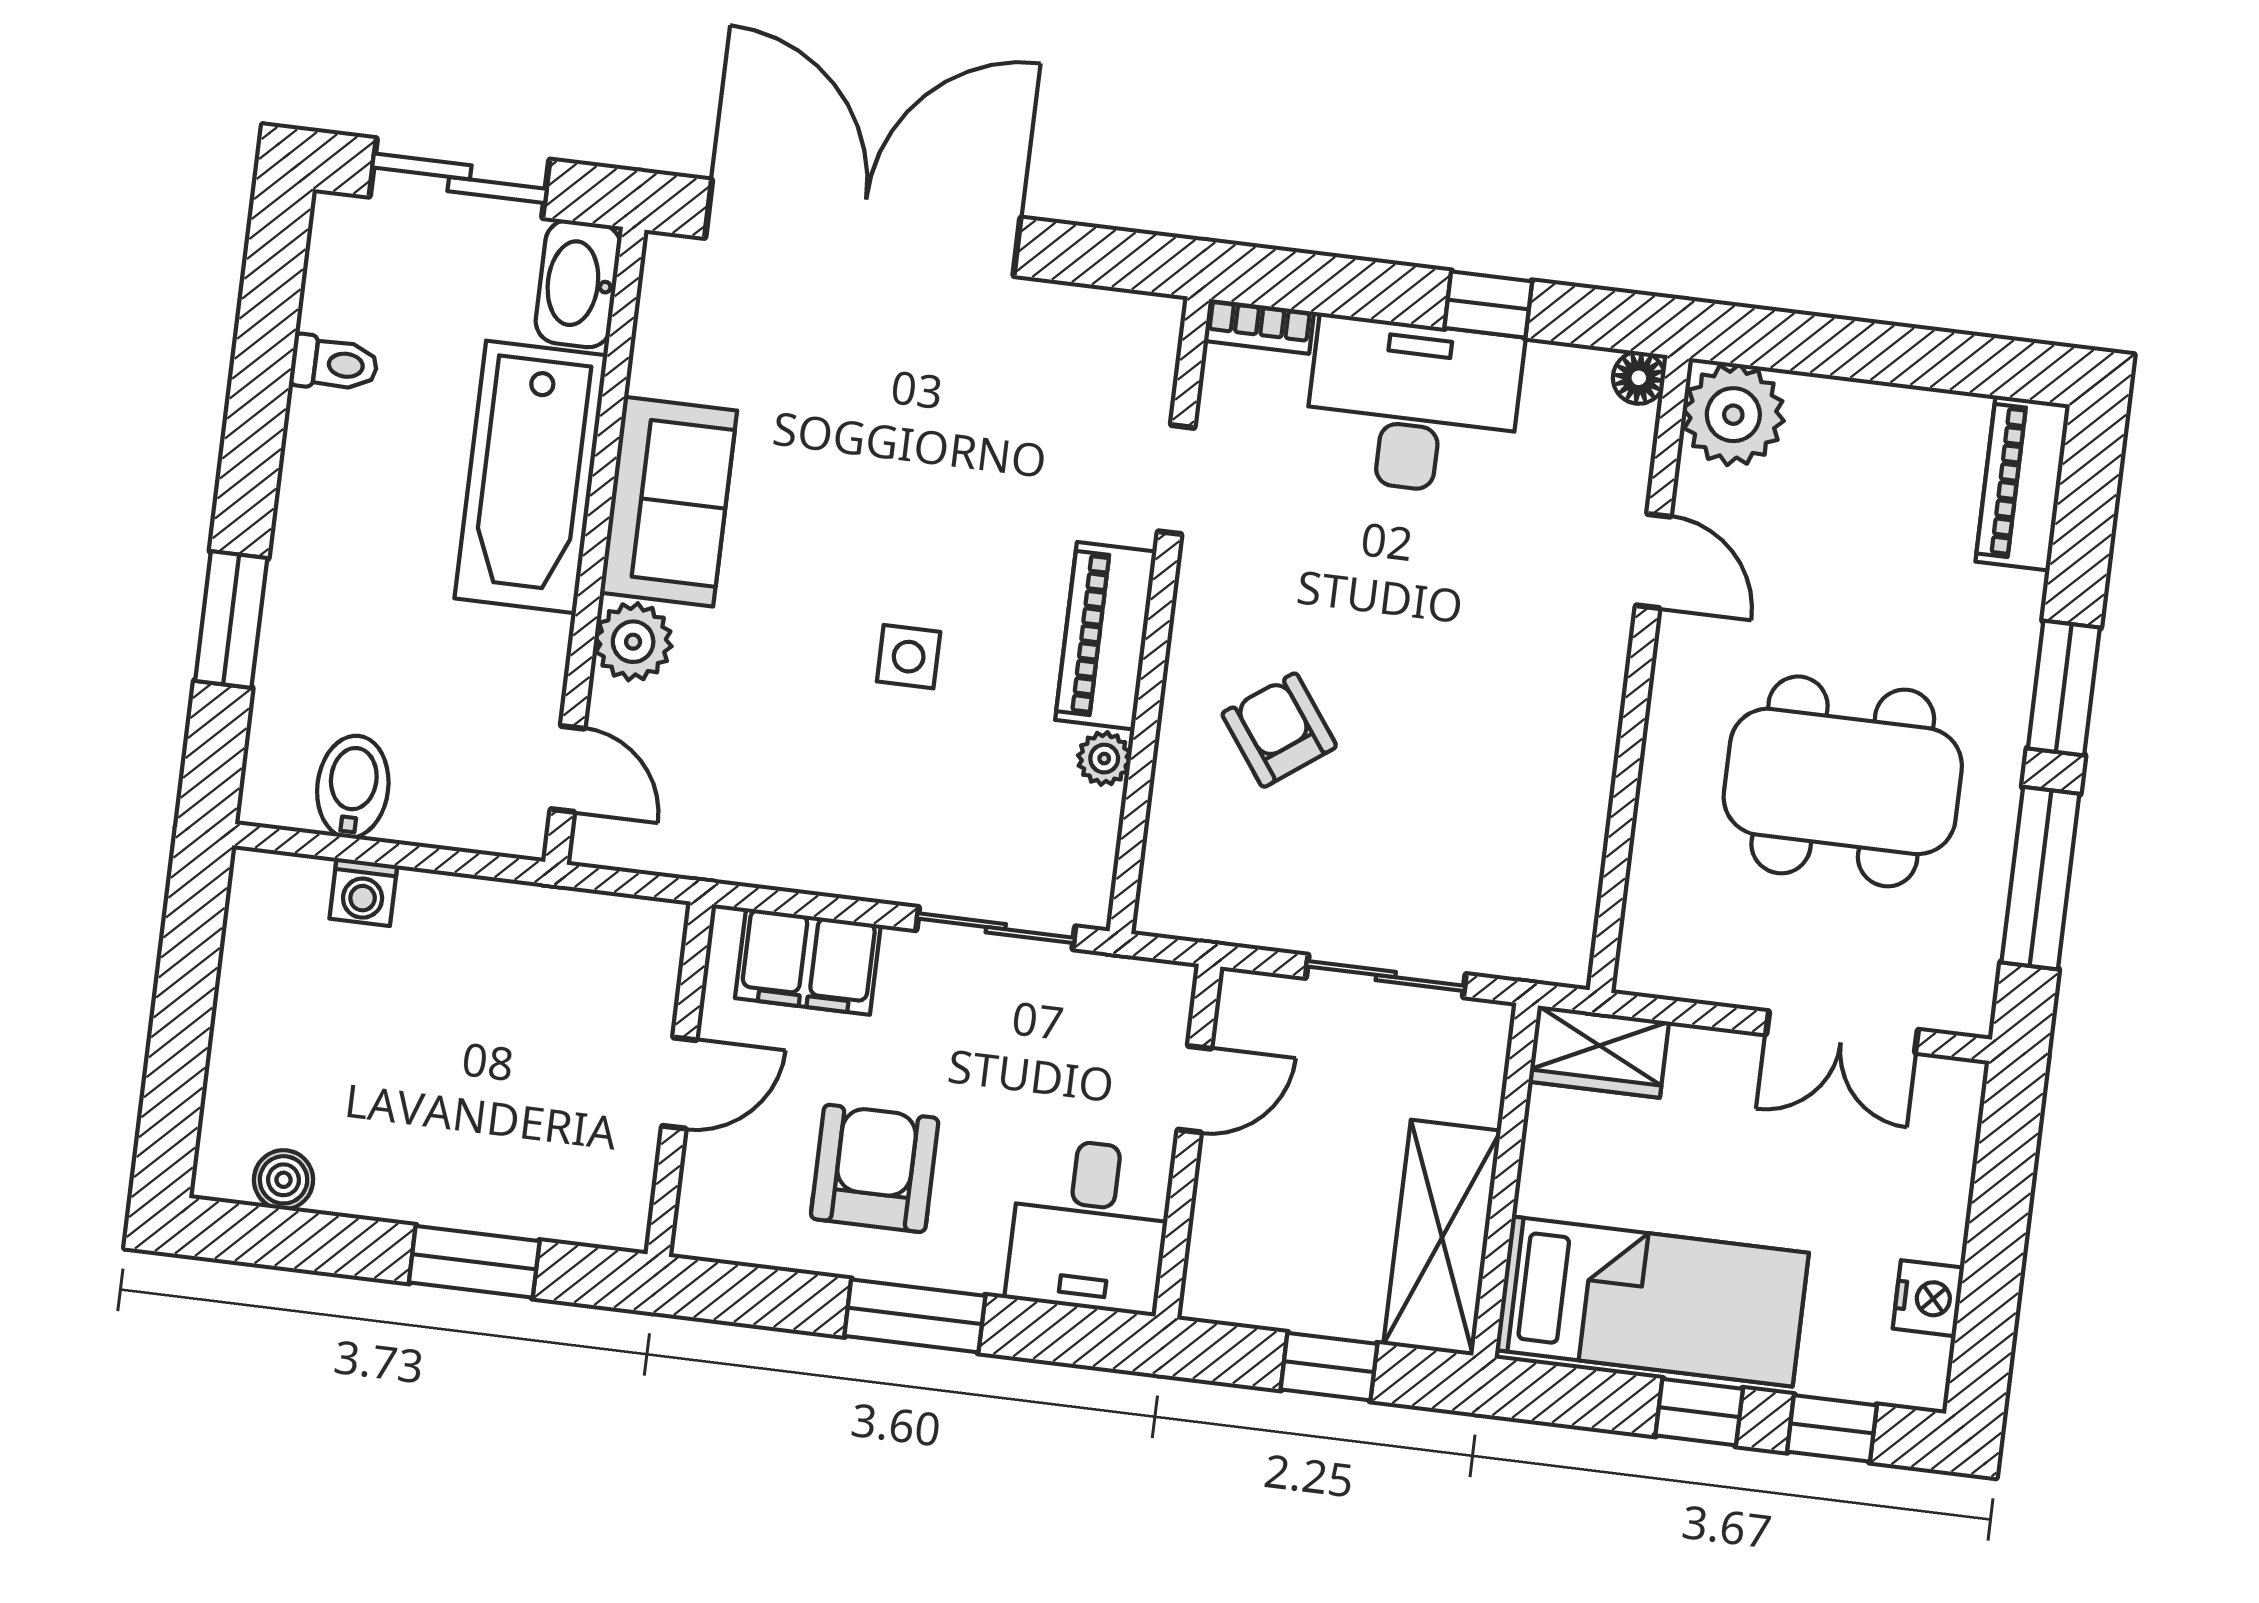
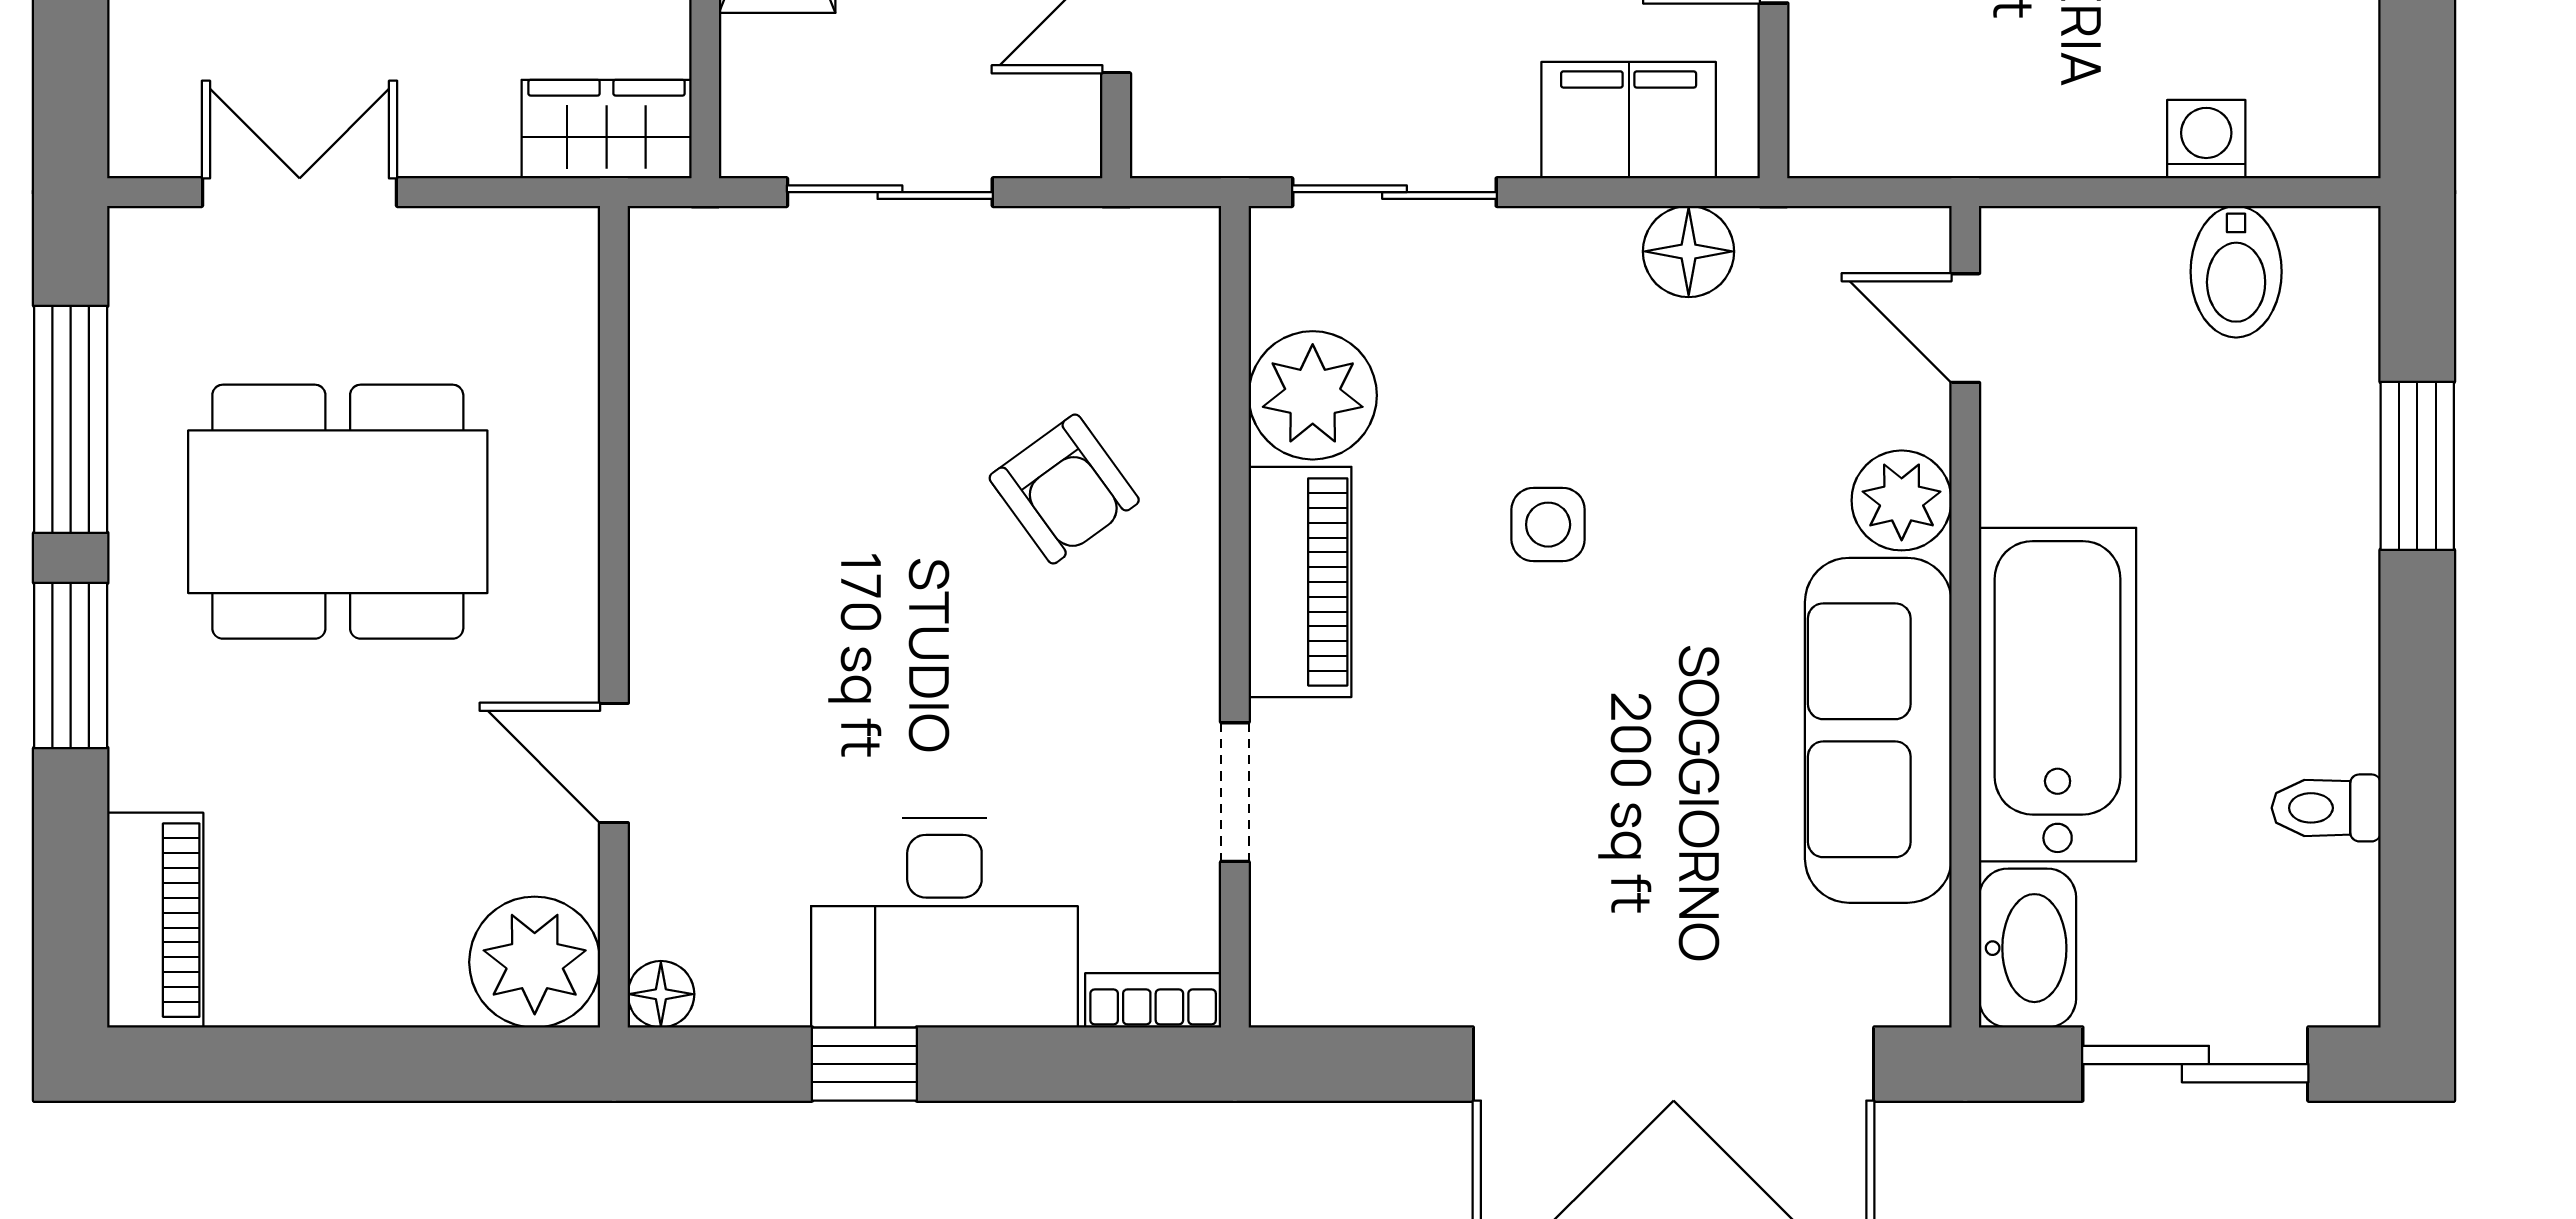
sofa: (669, 502) -> (1878, 730), width x1.36
plant: (1104, 759) -> (1313, 395), width x1.88, depth x1.88
floor lamp: (774, 854) -> (1689, 251), added

